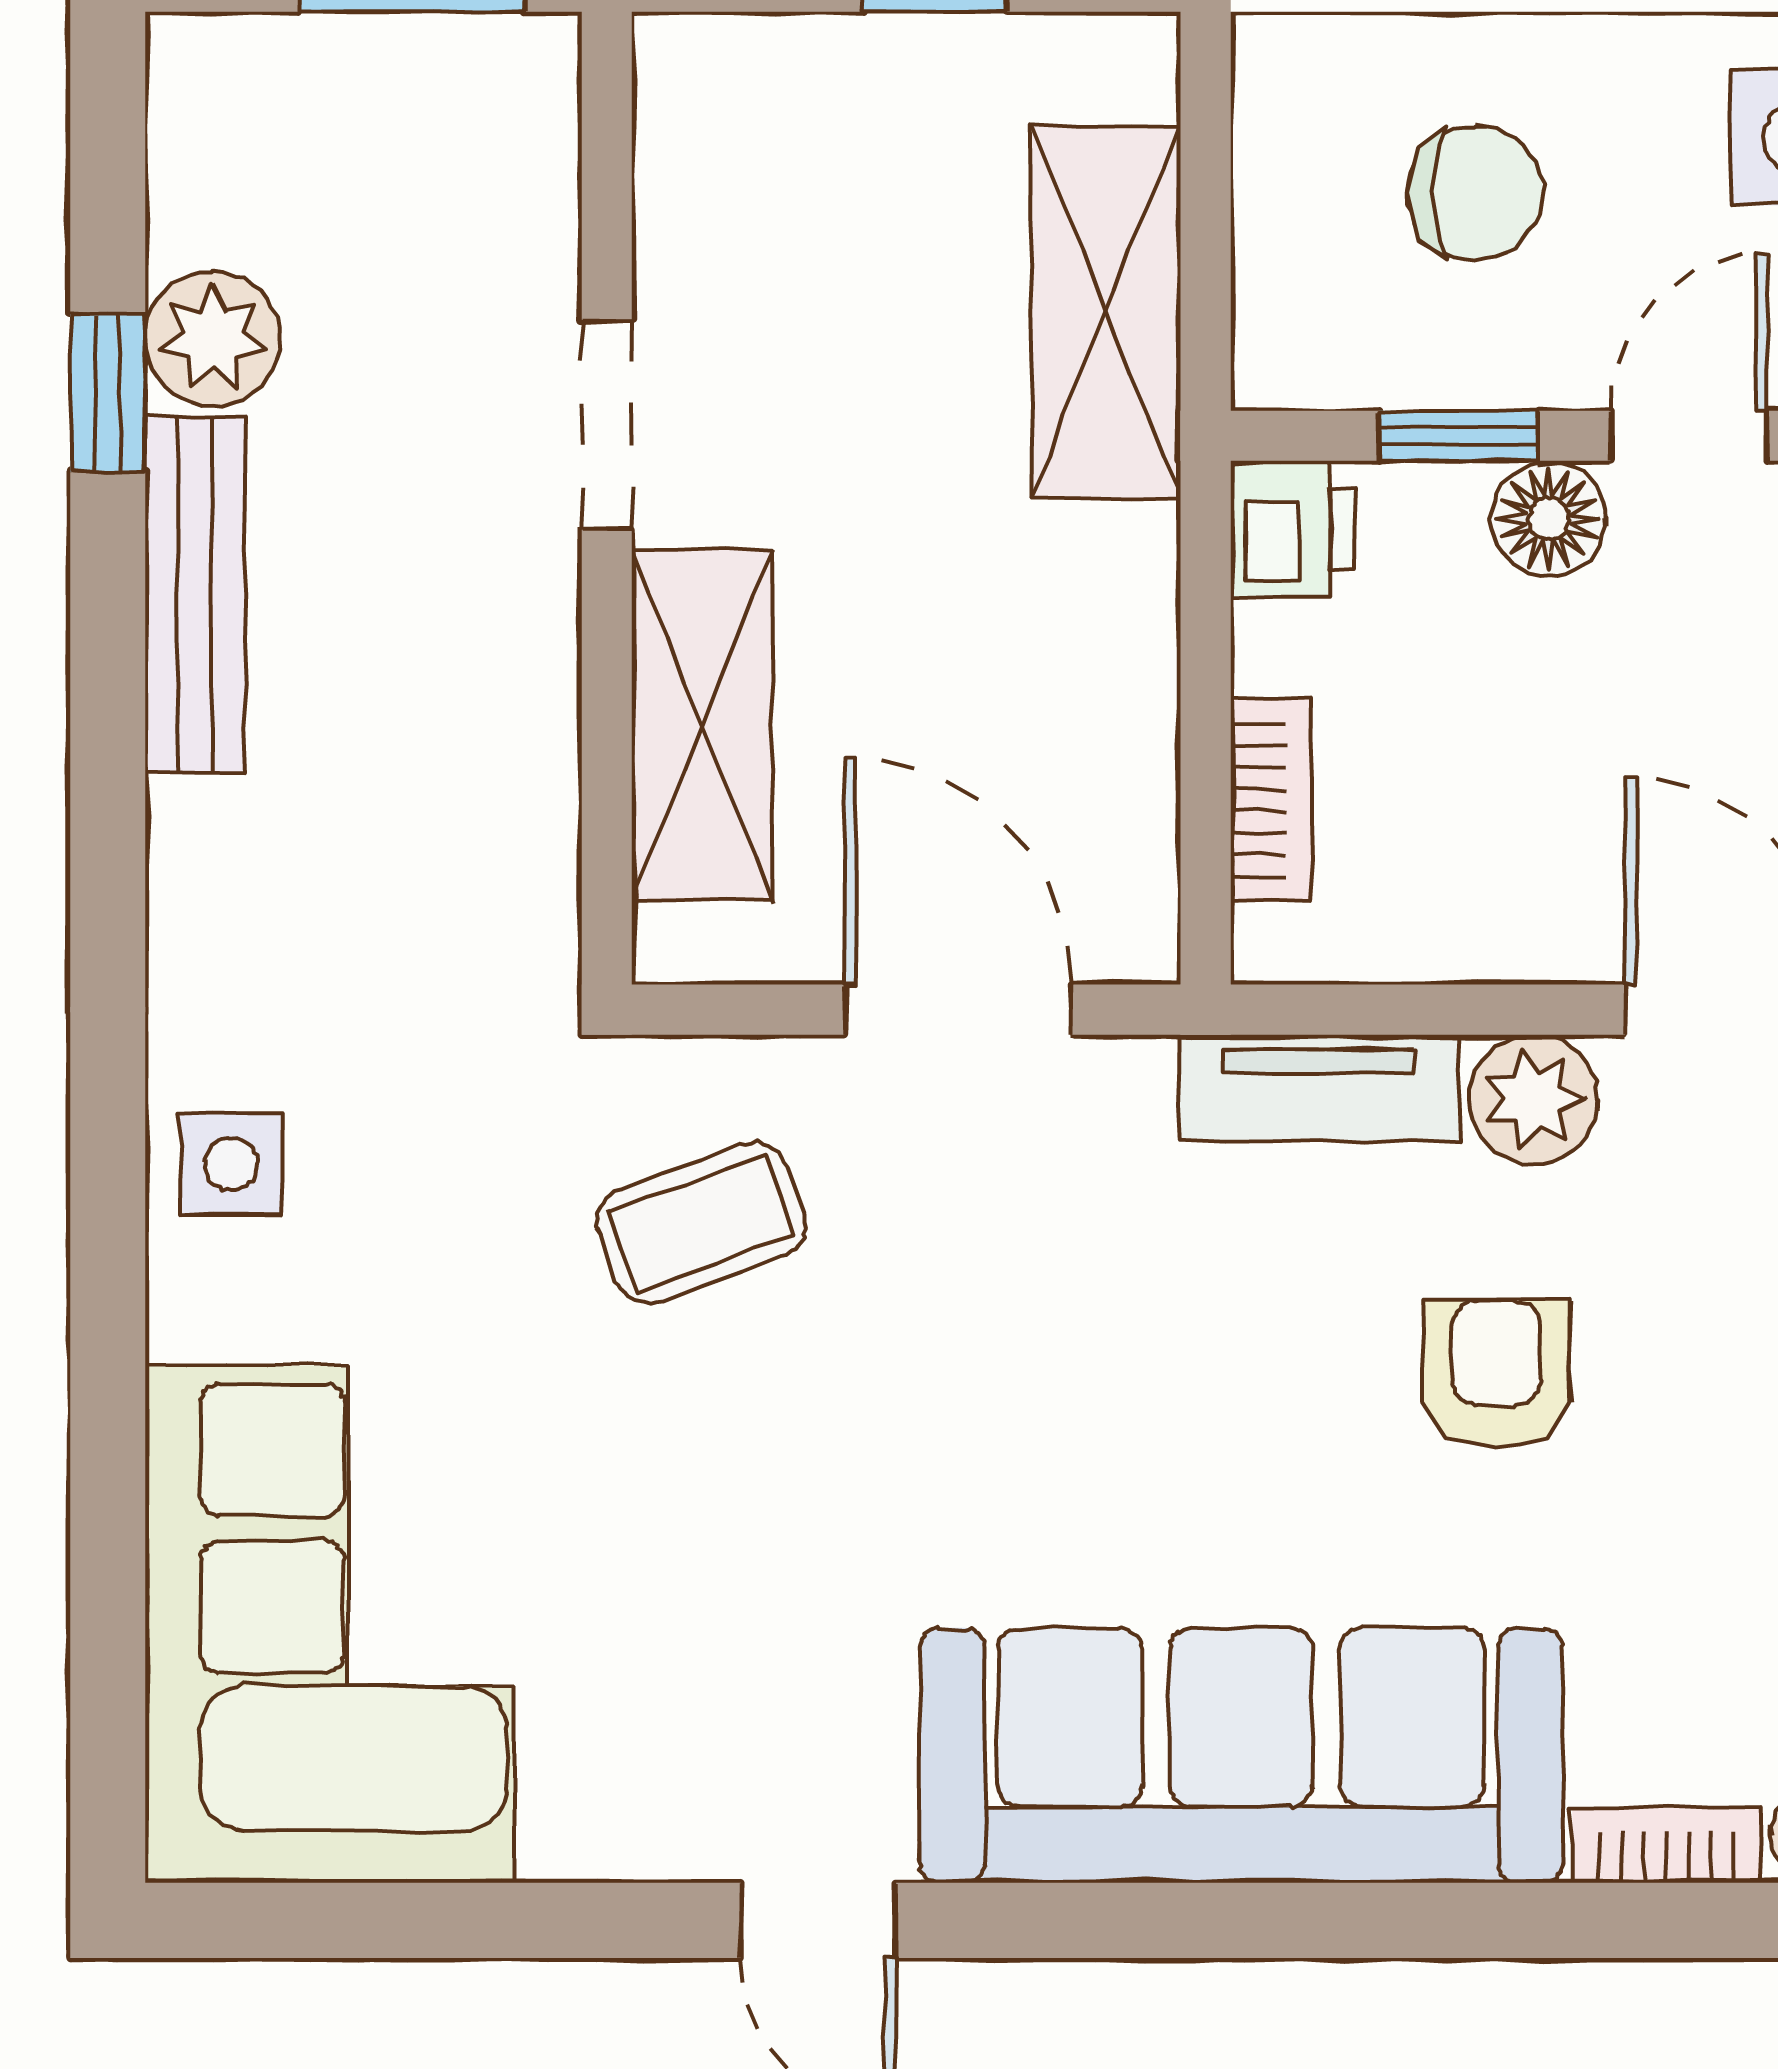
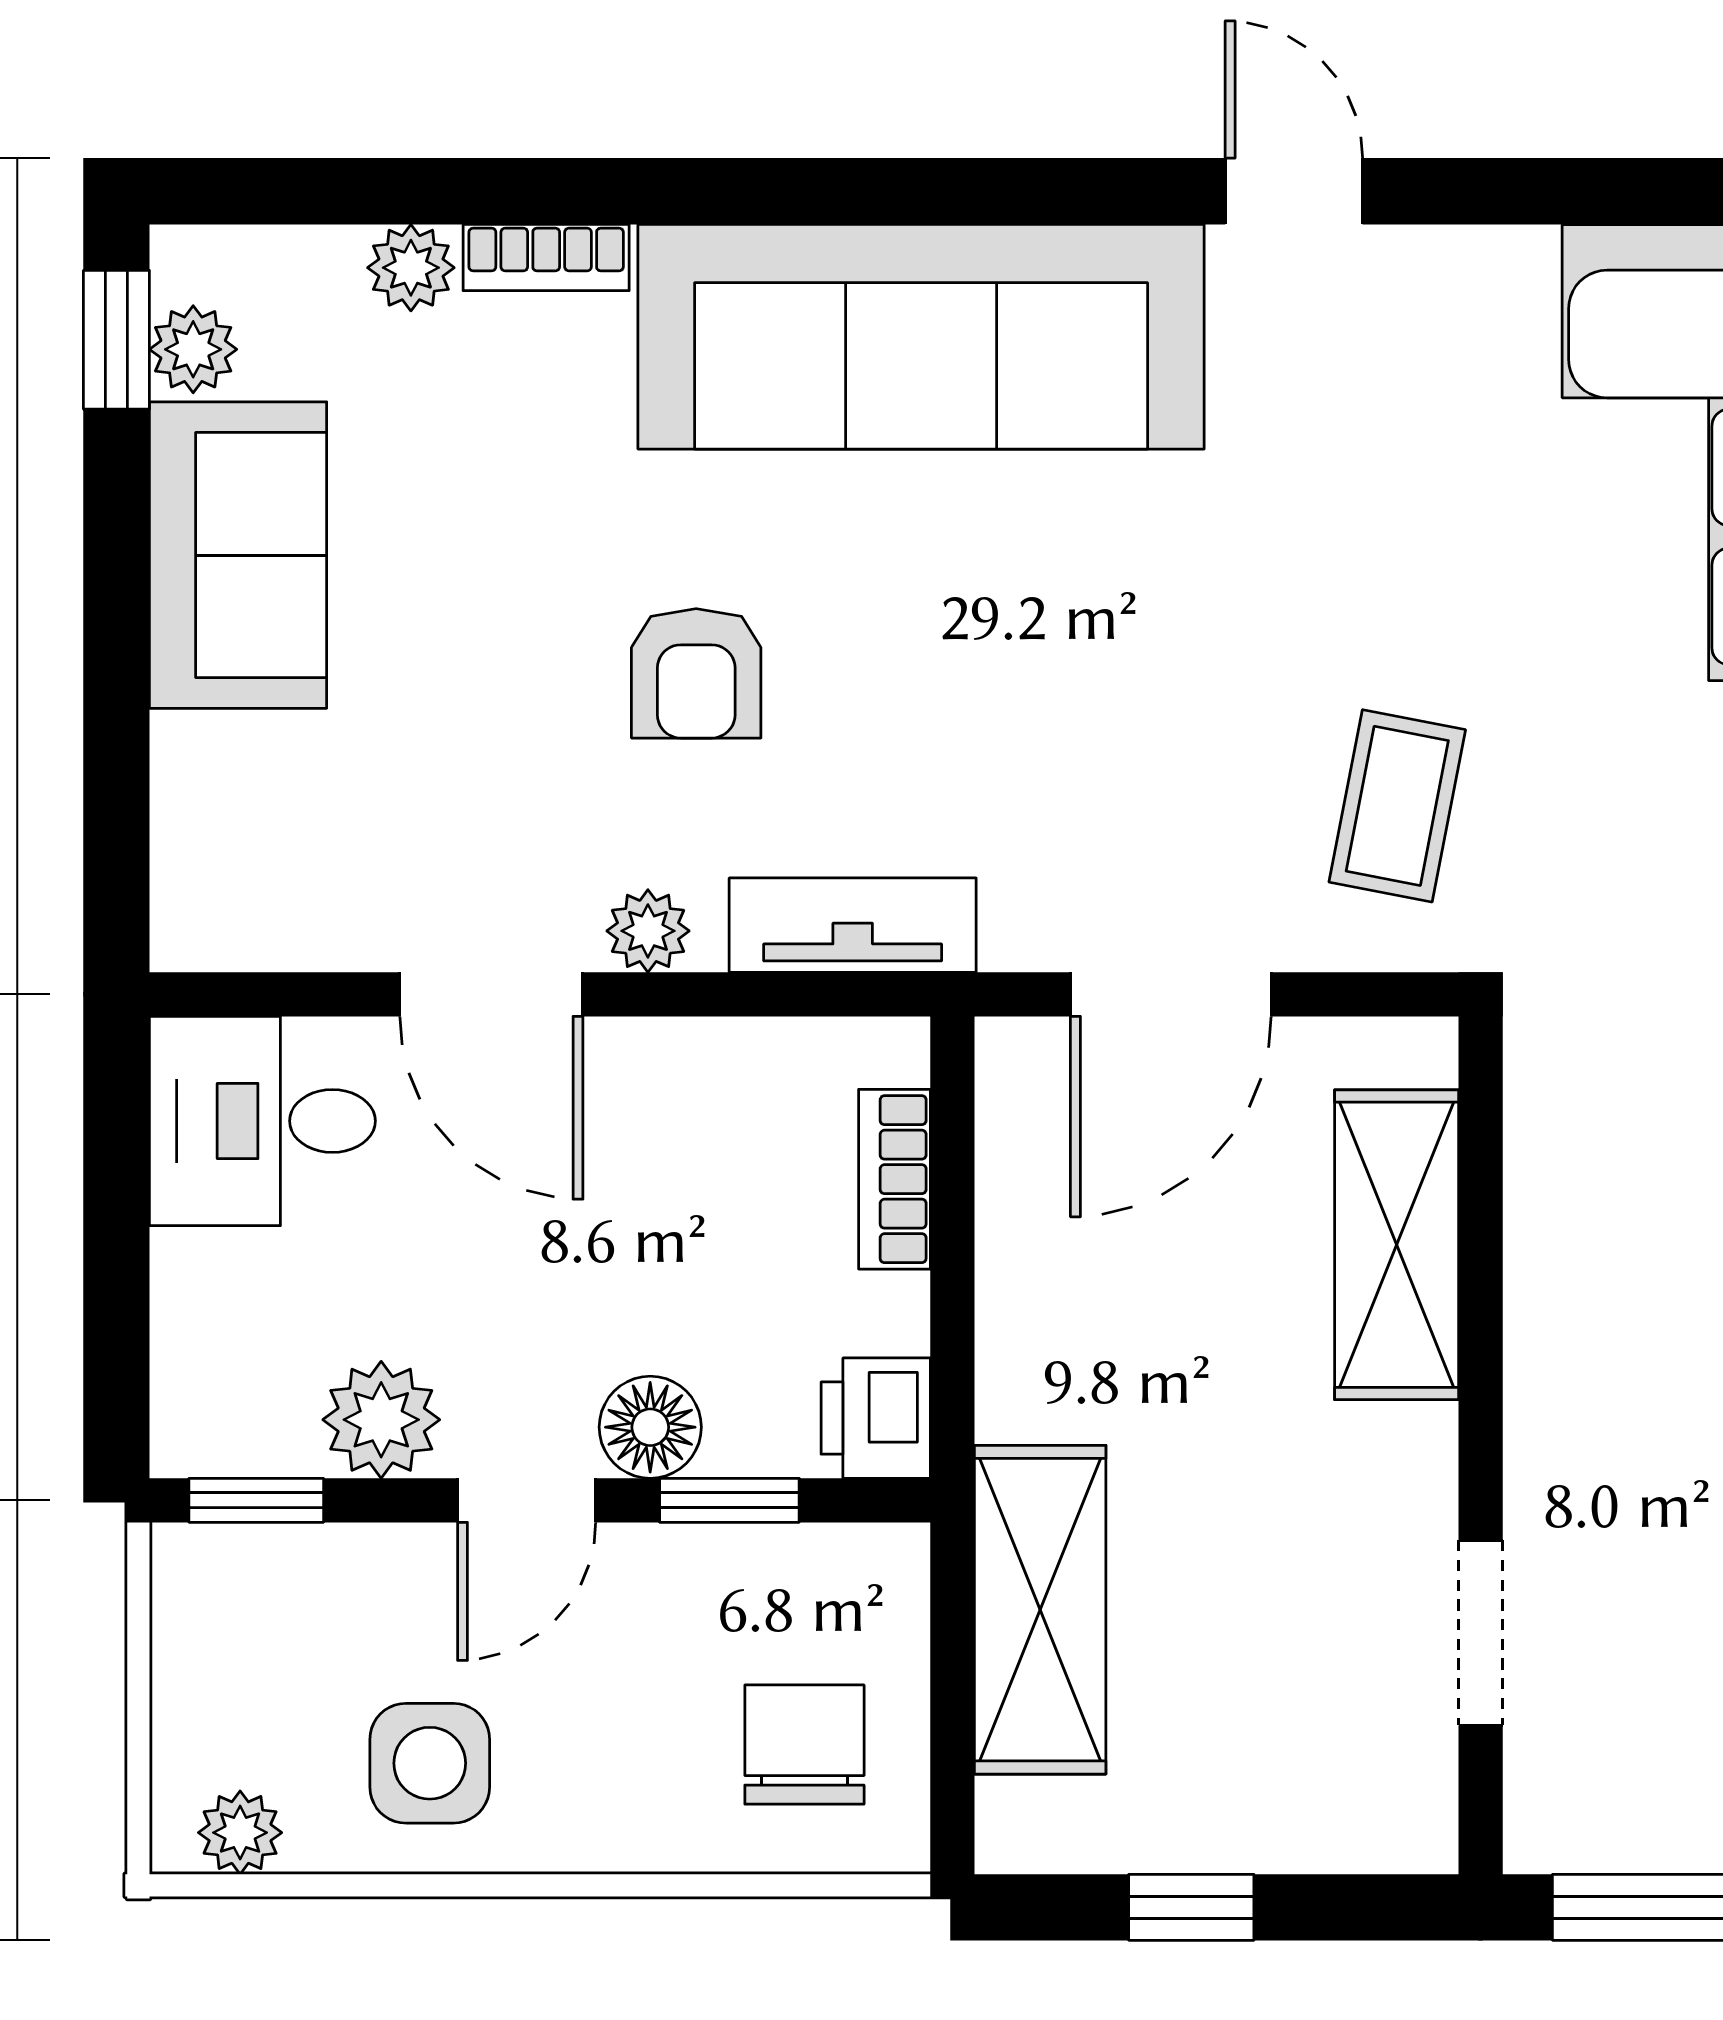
chair: (1475, 193) -> (804, 1745), moved, turned 90
doorway: (607, 425) -> (1481, 1633), moved
door: (958, 1010) -> (1171, 994), hinge flipped
plant: (1533, 1099) -> (648, 931), width x0.73, depth x0.73
coffee table: (701, 1223) -> (1397, 806), turned -59

